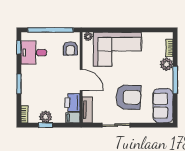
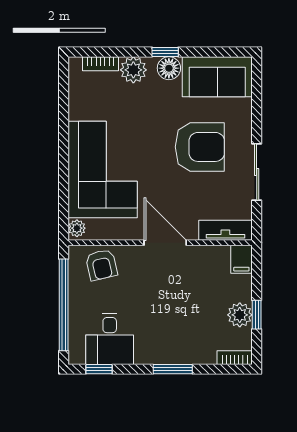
armchair: (70, 49) -> (101, 265), turned 77
door: (81, 80) -> (165, 243), hinge flipped
window: (175, 80) -> (165, 52), width x0.46
floor lamp: (167, 82) -> (169, 68), added
armchair: (128, 97) -> (200, 147), turned 88
printer: (73, 102) -> (211, 260), removed

